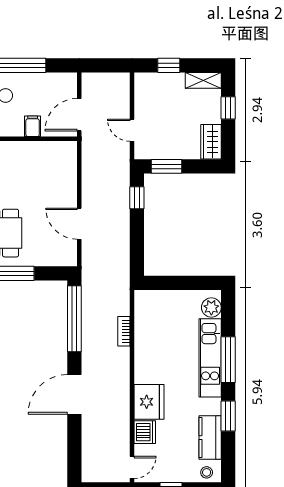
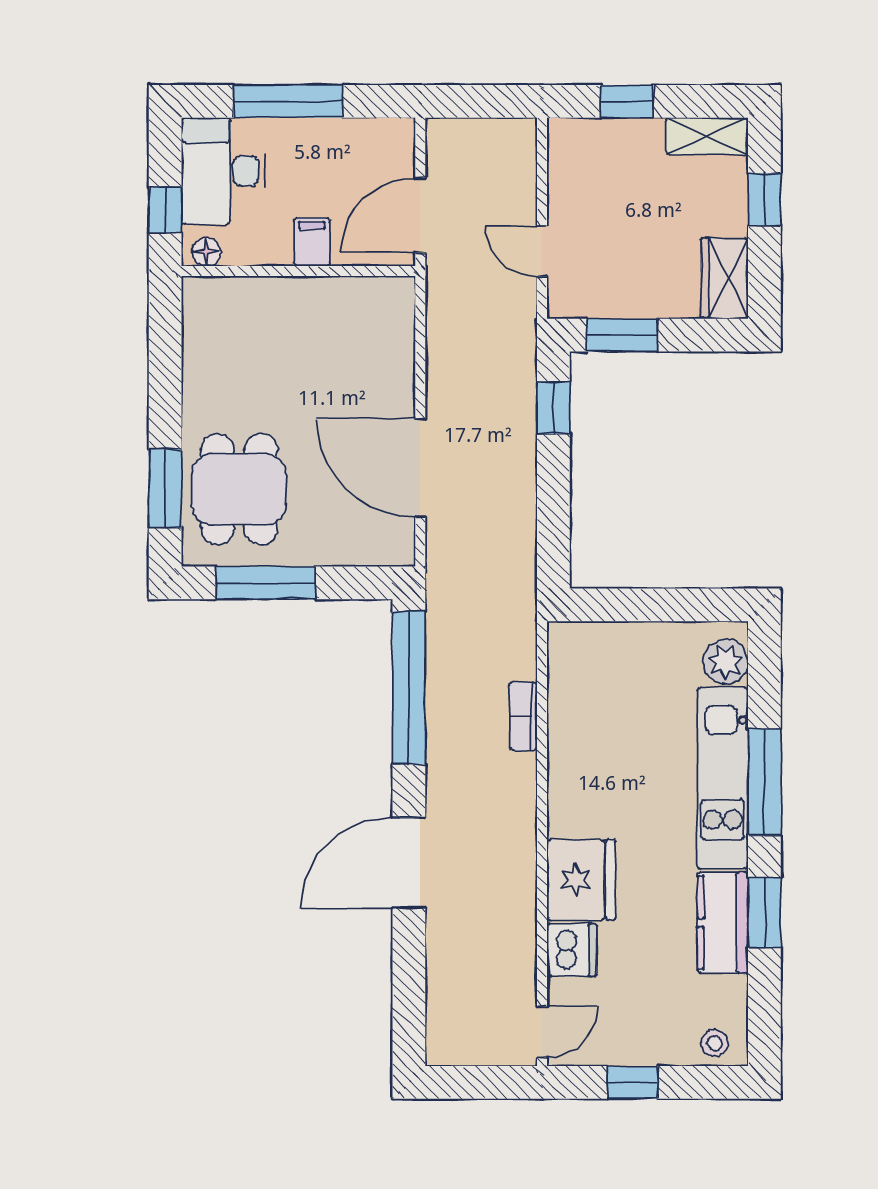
door: (79, 224) -> (420, 468), width x1.36
kitchen counter: (210, 438) -> (723, 923), moved

